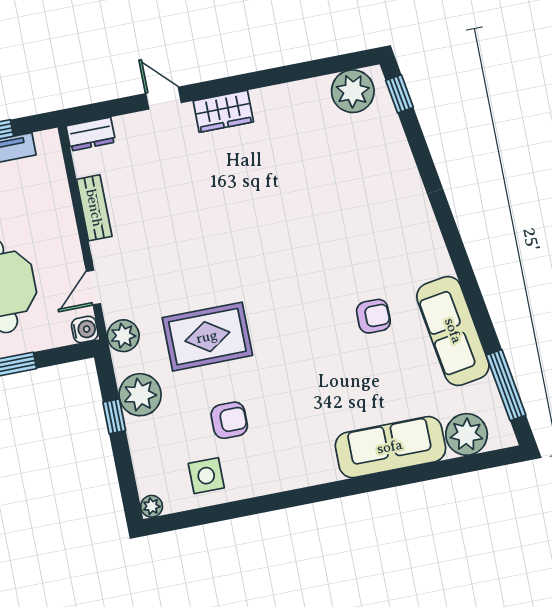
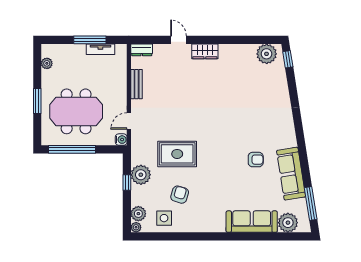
plant: (123, 336) -> (138, 214), moved
armchair: (229, 420) -> (180, 195), turned -73

